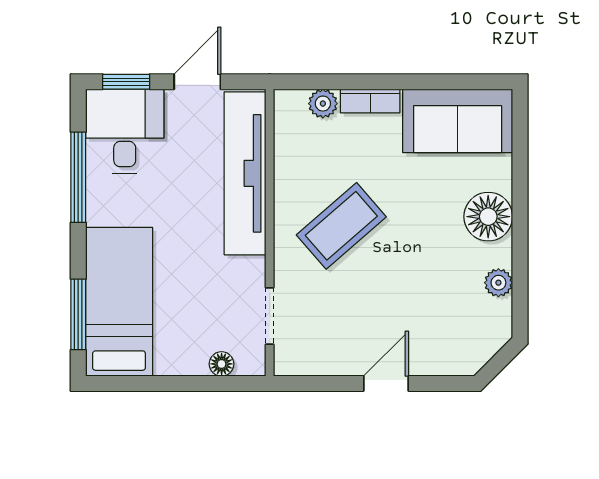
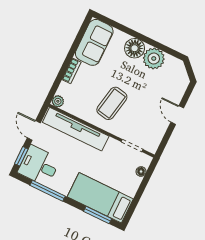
plant: (323, 104) -> (58, 101), moved
coffee table: (341, 226) -> (112, 103), turned 52
plant: (498, 283) -> (154, 58), width x1.88, depth x1.88

